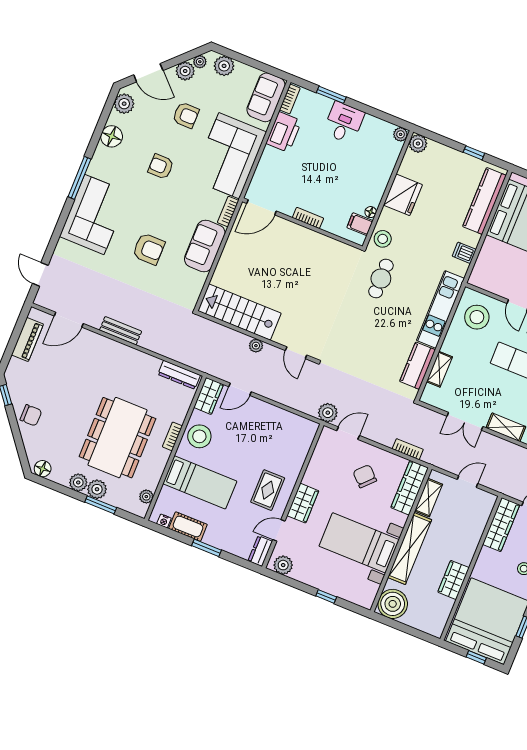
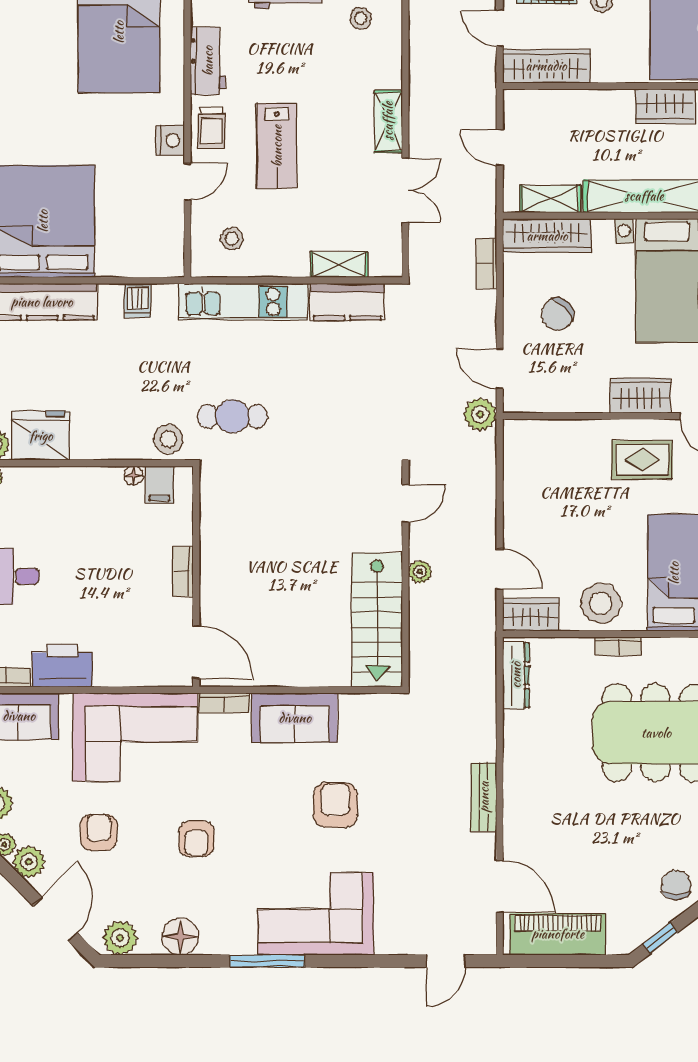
fridge: (403, 195) -> (41, 436), moved
stool: (477, 317) -> (232, 239), width x0.53, depth x0.53
piano: (27, 339) -> (558, 934), width x1.37, depth x1.33

